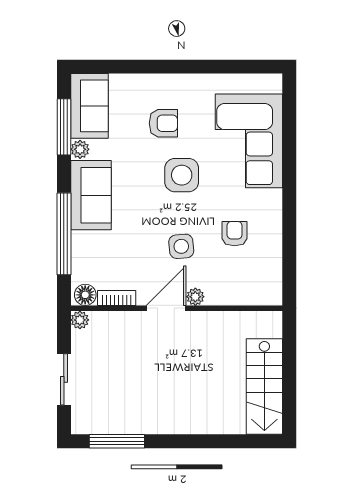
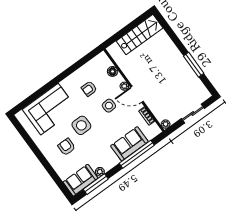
sofa: (91, 195) -> (129, 144), moved
floor lamp: (85, 295) -> (113, 71), moved
window: (117, 441) -> (194, 65), moved

